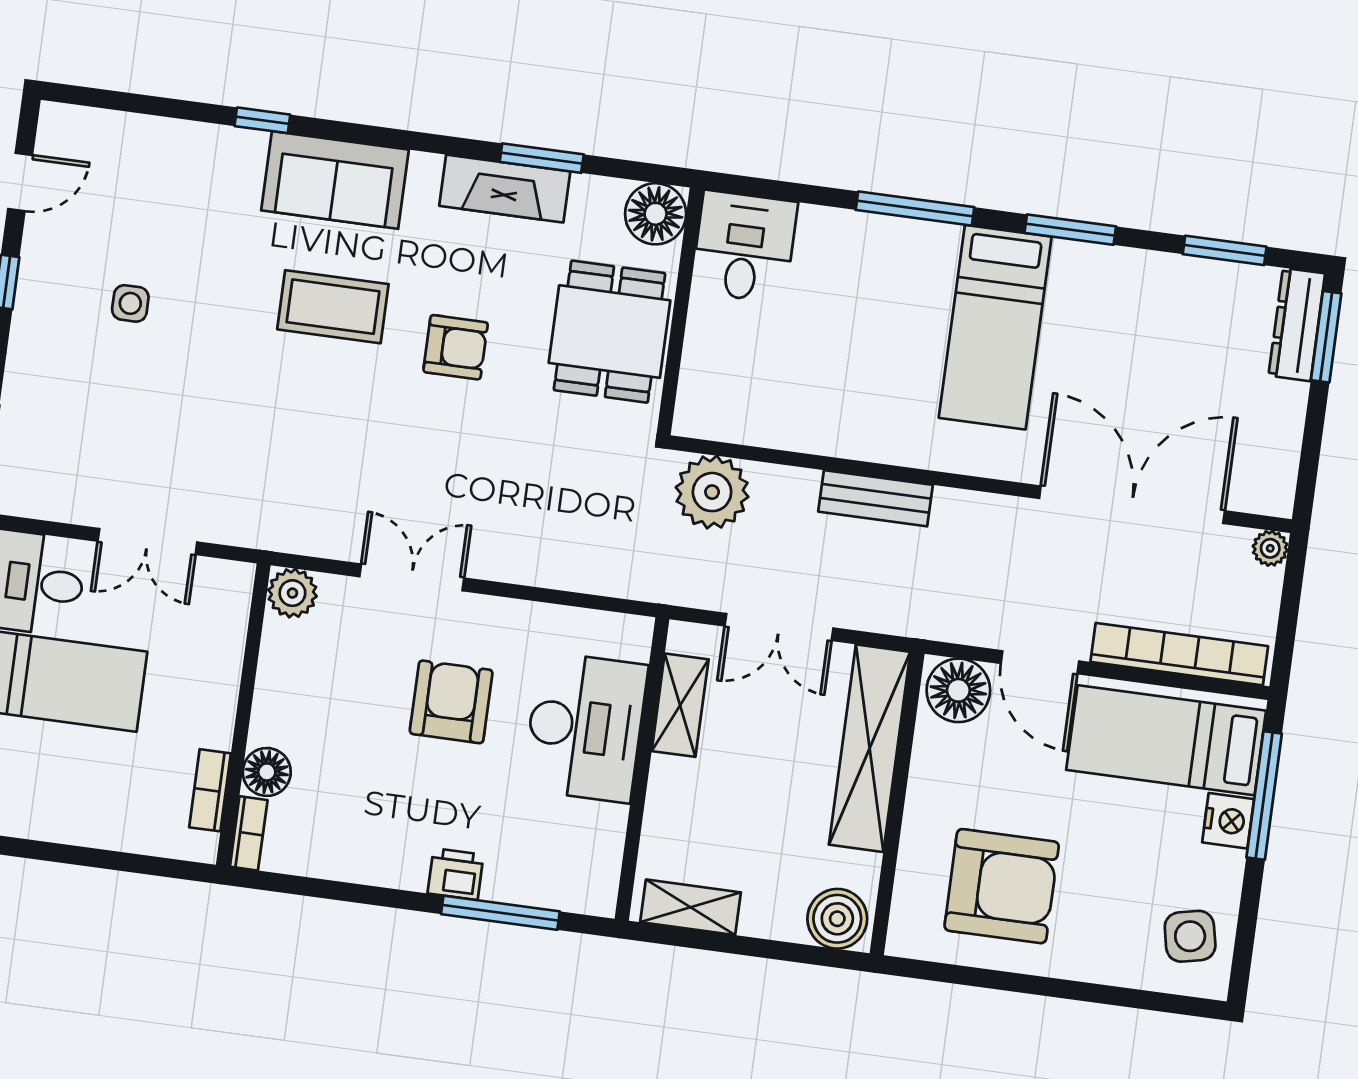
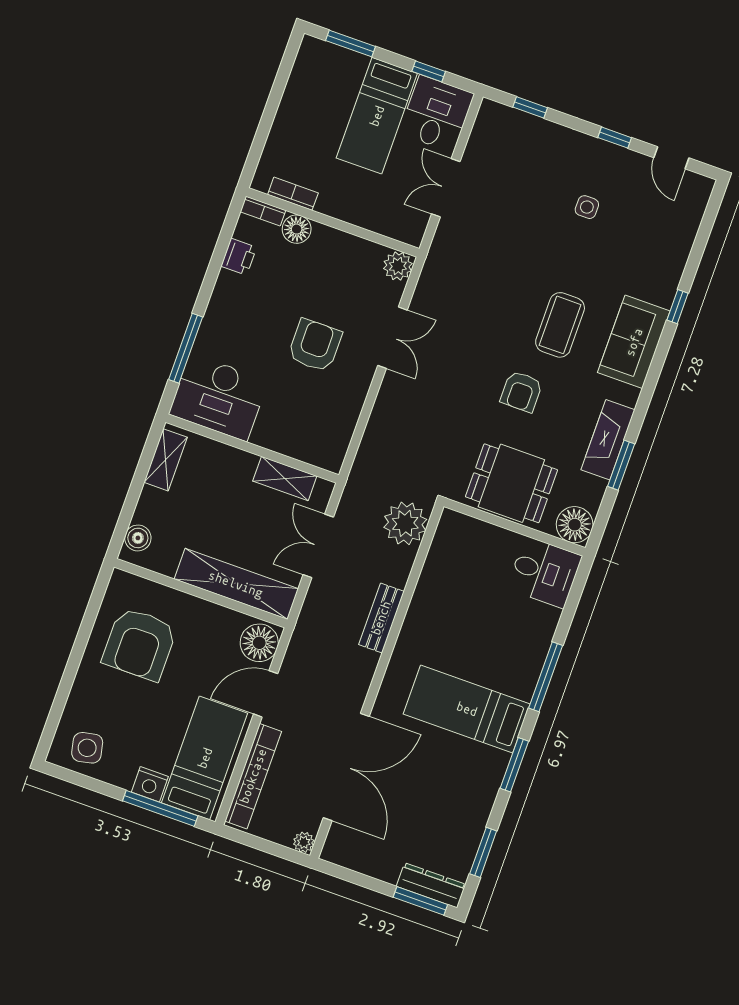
armchair: (451, 702) -> (315, 345), turned -90
desk: (585, 727) -> (218, 397), moved
printer: (456, 874) -> (239, 257), moved
boiler: (837, 919) -> (138, 538), width x0.73, depth x0.73

